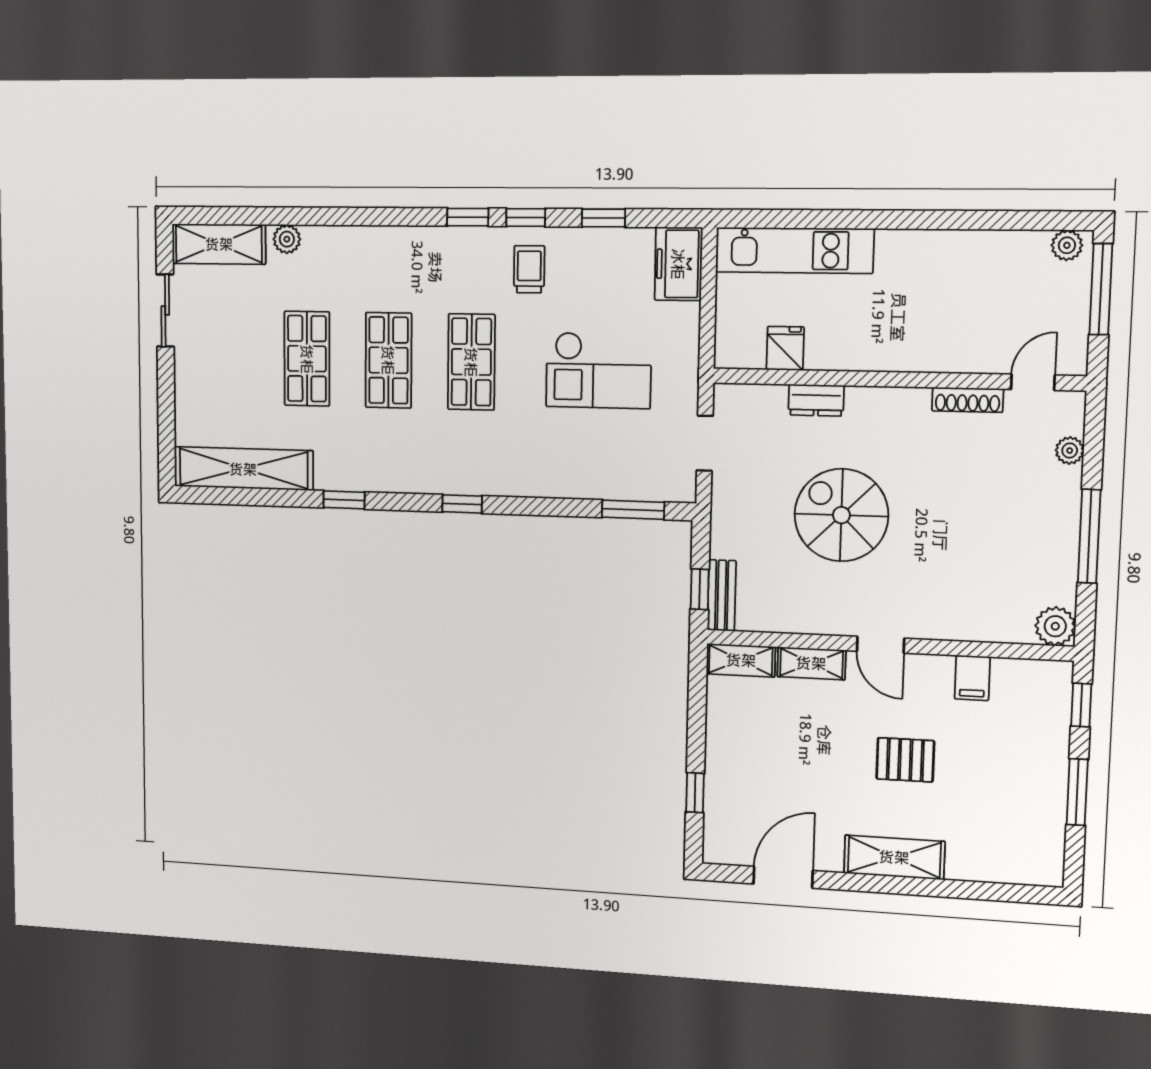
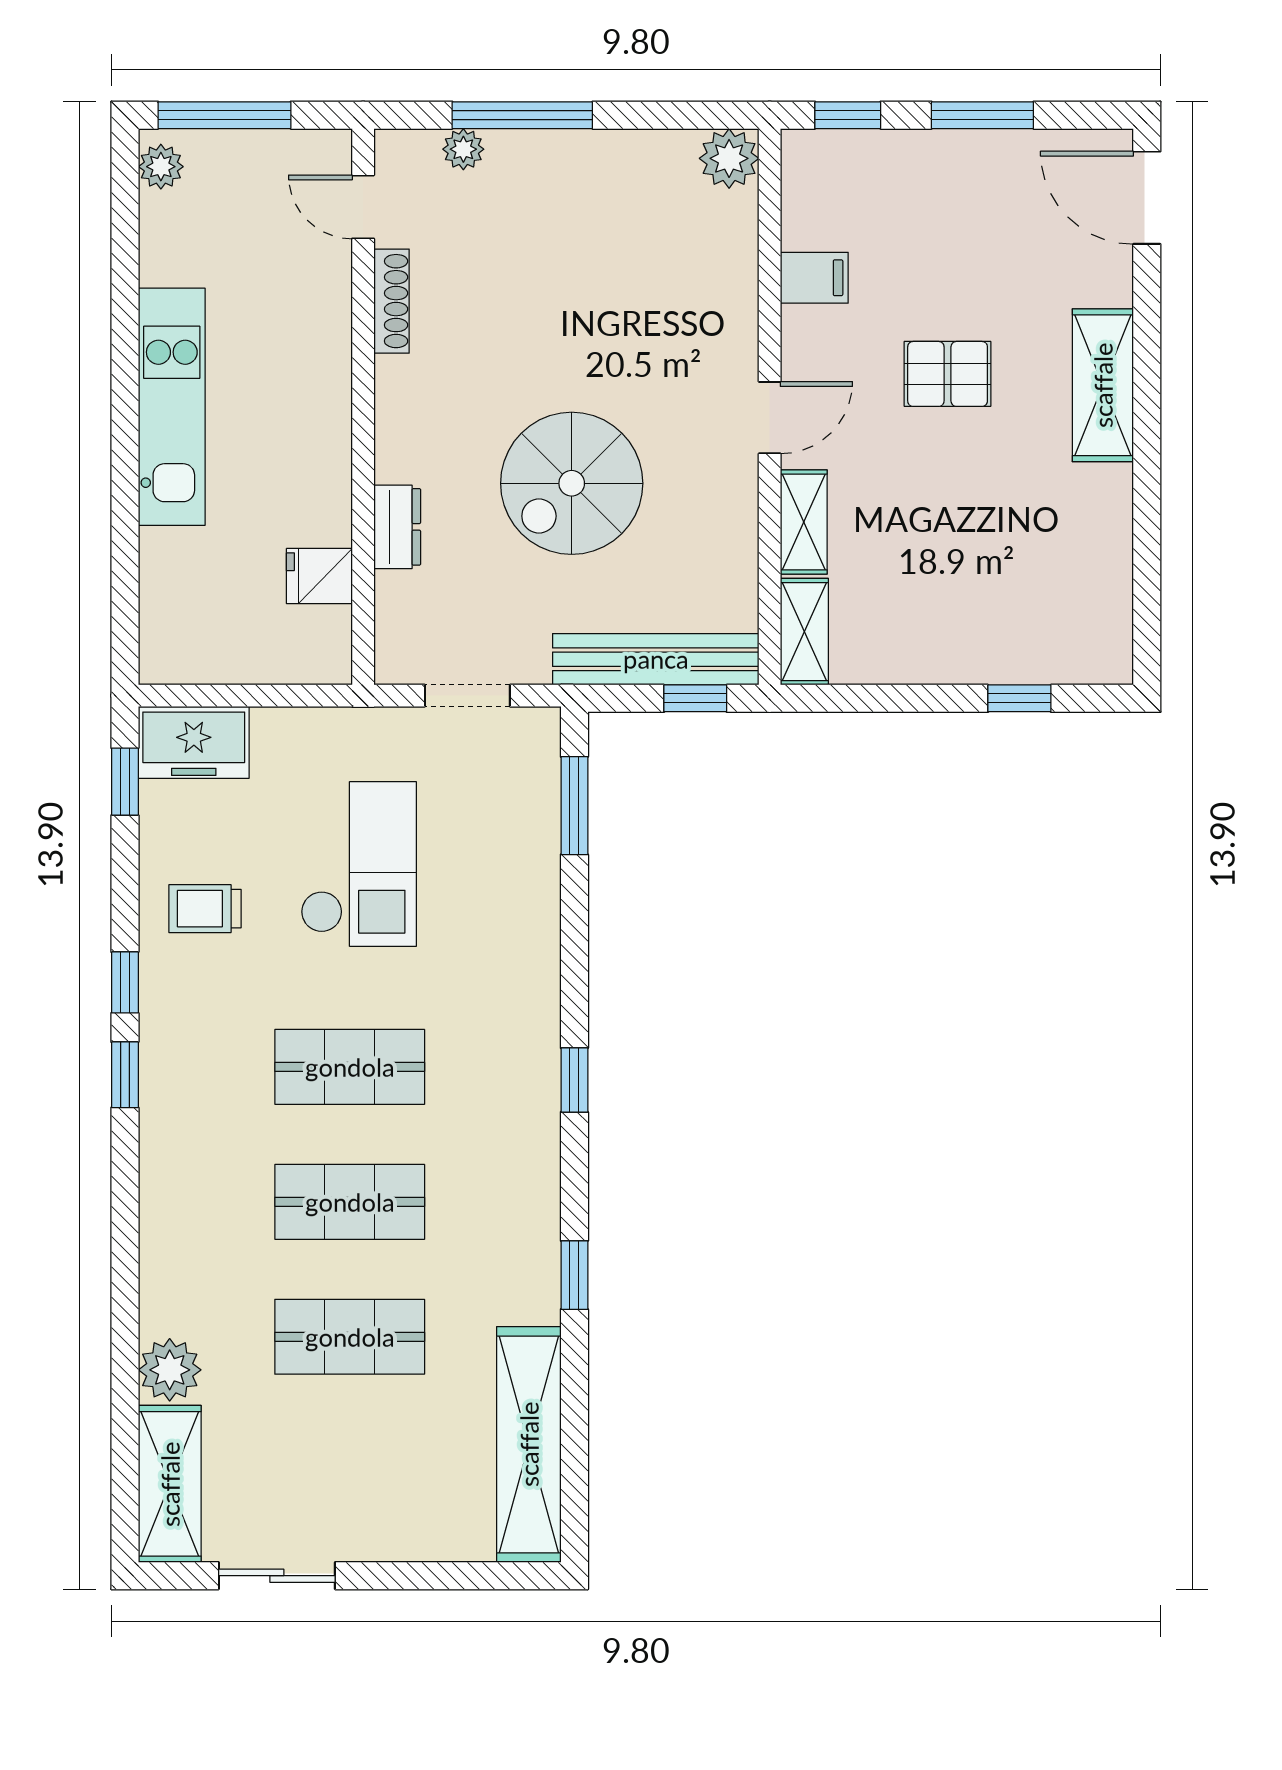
window: (604, 218) -> (125, 782), moved
plant: (287, 239) -> (170, 1370), width x1.38, depth x1.38
kitchen unit: (794, 250) -> (172, 407), moved
trolley: (529, 269) -> (205, 909), moved
window: (1089, 536) -> (522, 115), moved
bench: (722, 595) -> (656, 659), width x1.86, depth x1.21
pallet: (905, 760) -> (948, 374), turned 90
door: (783, 877) -> (1147, 198), moved

